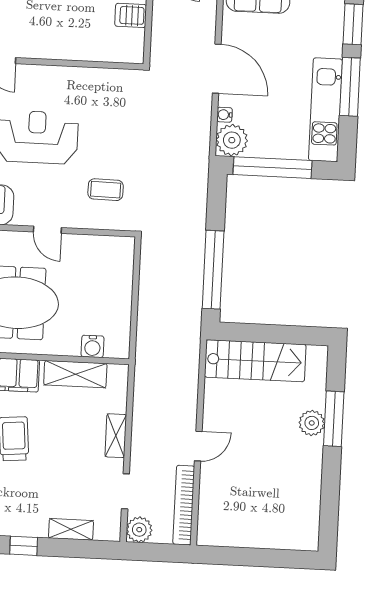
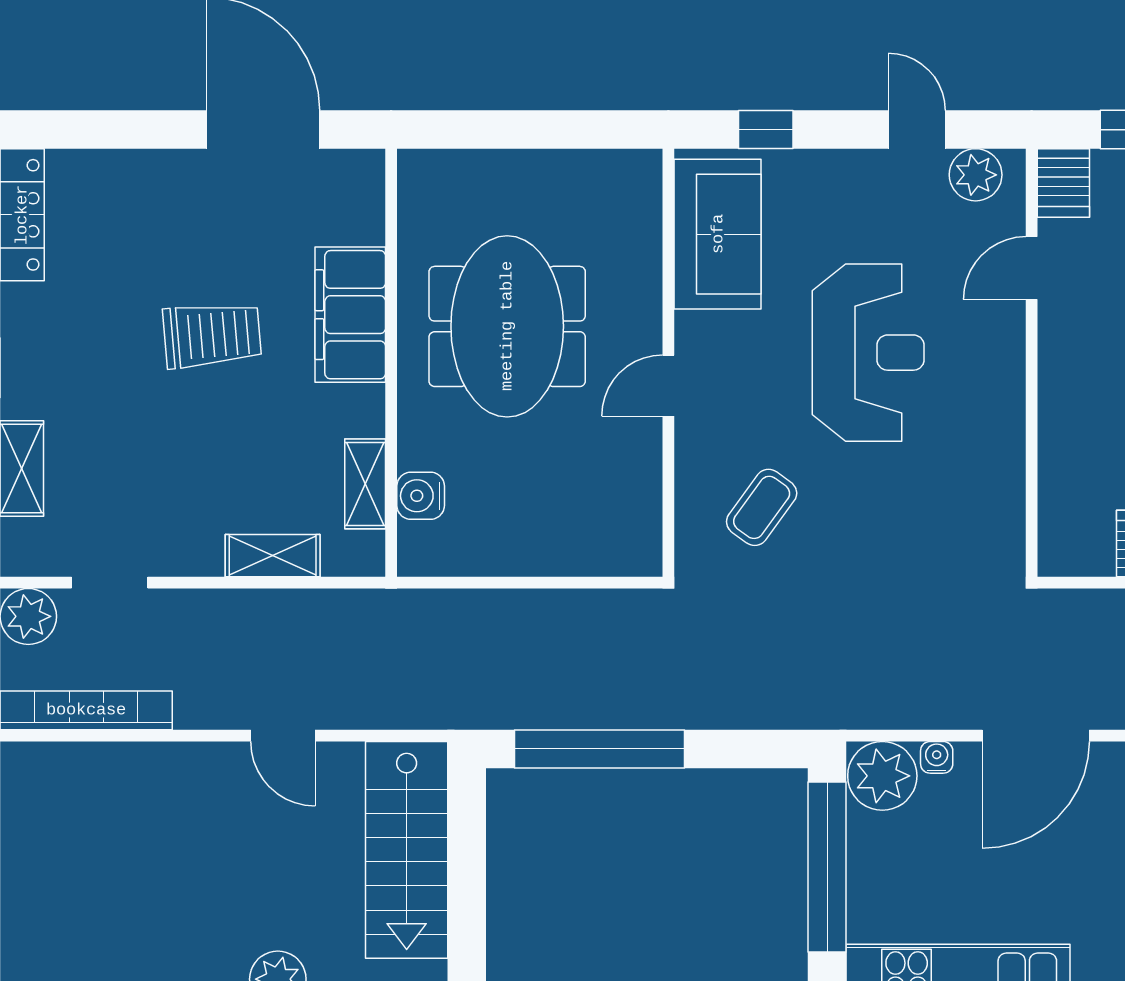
coffee table: (106, 190) -> (762, 507), turned 35
shelving: (75, 374) -> (365, 484), width x0.67, depth x0.75
shelving: (116, 436) -> (273, 556), moved
door: (198, 446) -> (283, 736), moved

